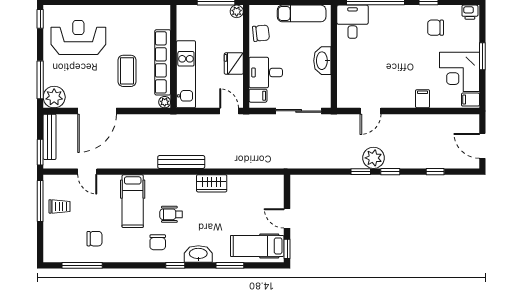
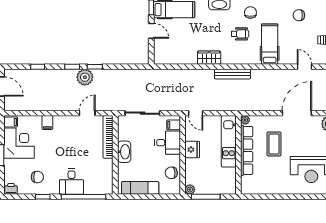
desk: (353, 22) -> (71, 182), moved
bookcase: (343, 80) -> (108, 137), added

